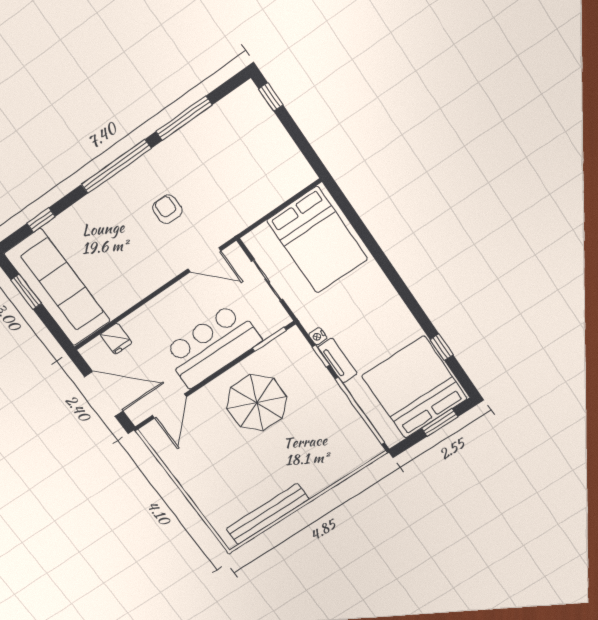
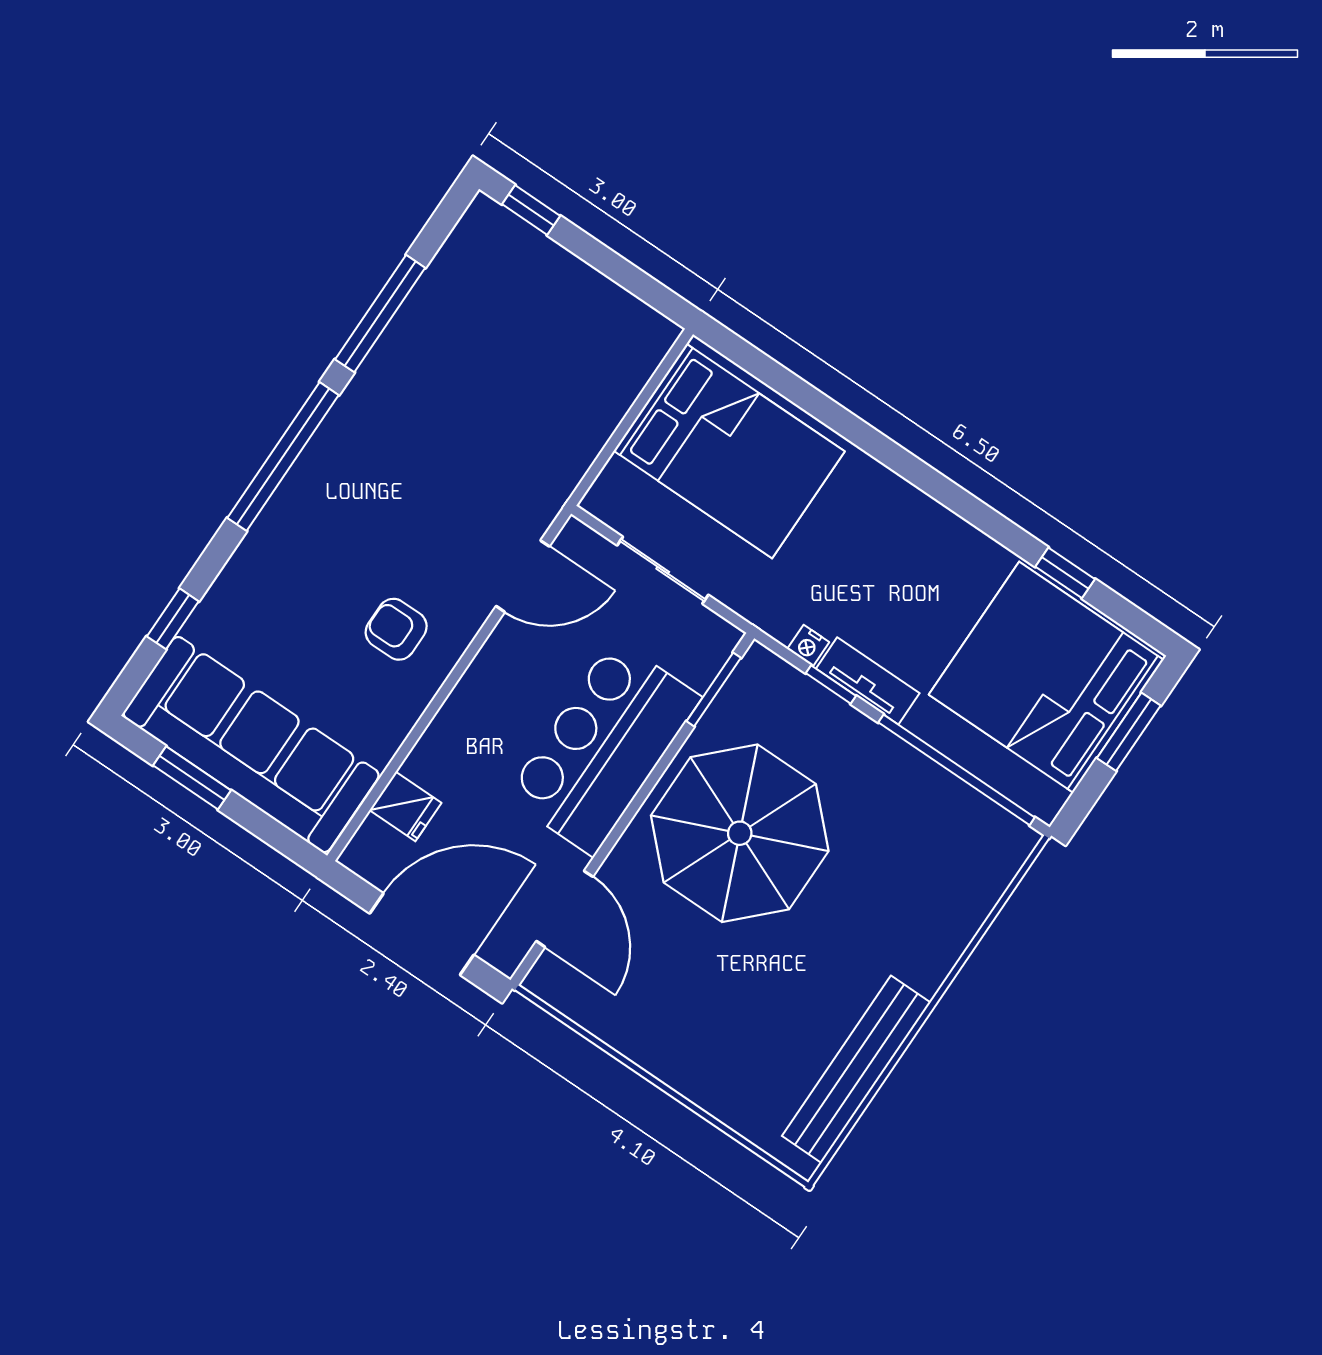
armchair: (167, 209) -> (396, 629), moved
parasol: (257, 403) -> (740, 833), width x1.36, depth x1.36

